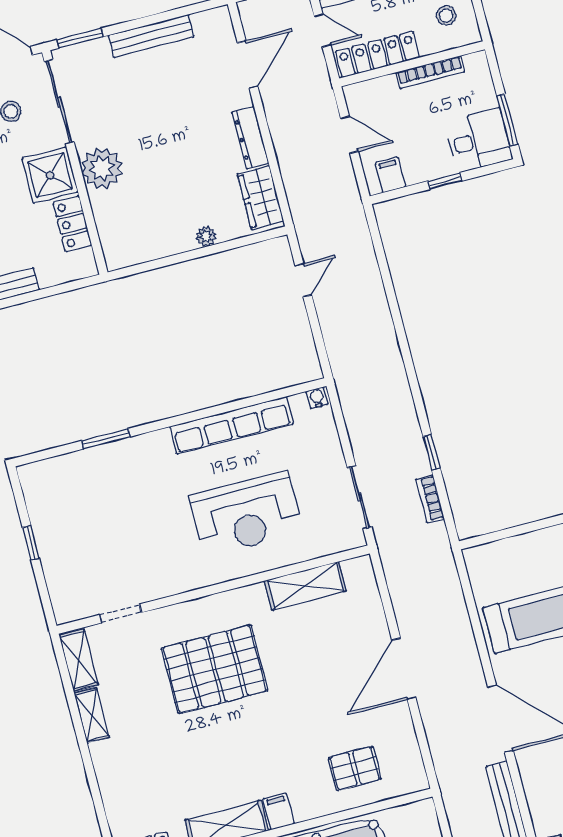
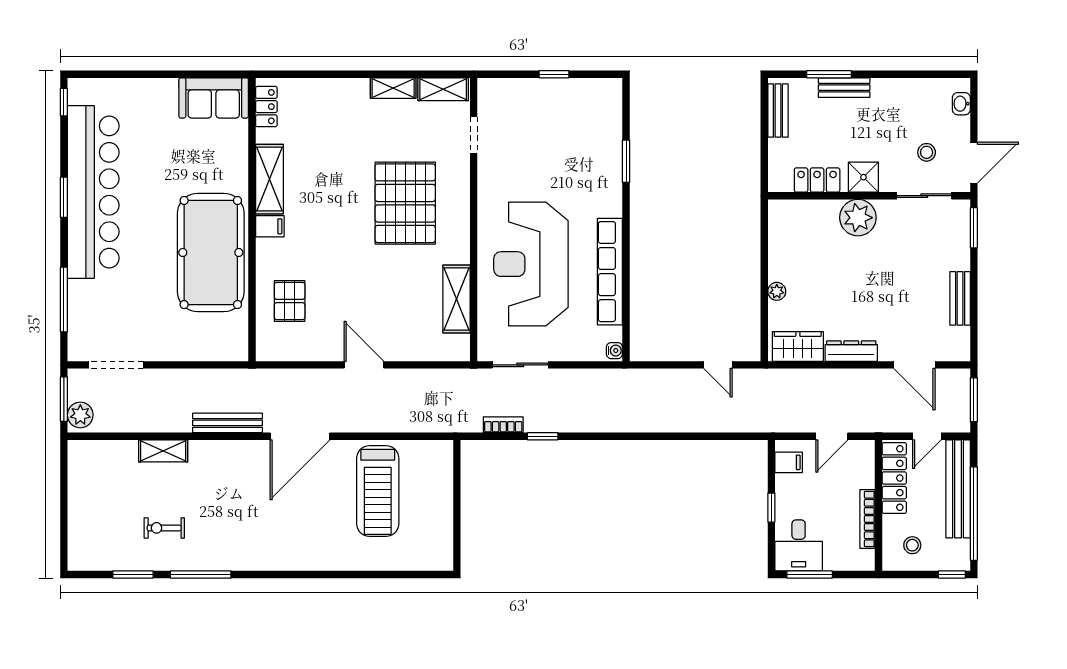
bench: (151, 36) -> (960, 298), width x0.73
sliding door: (59, 102) -> (924, 196), width x0.73
shower: (50, 175) -> (863, 177), width x0.73, depth x0.73
reception desk: (246, 514) -> (531, 264), width x1.36, depth x1.30
door: (404, 669) -> (364, 365), width x0.73

